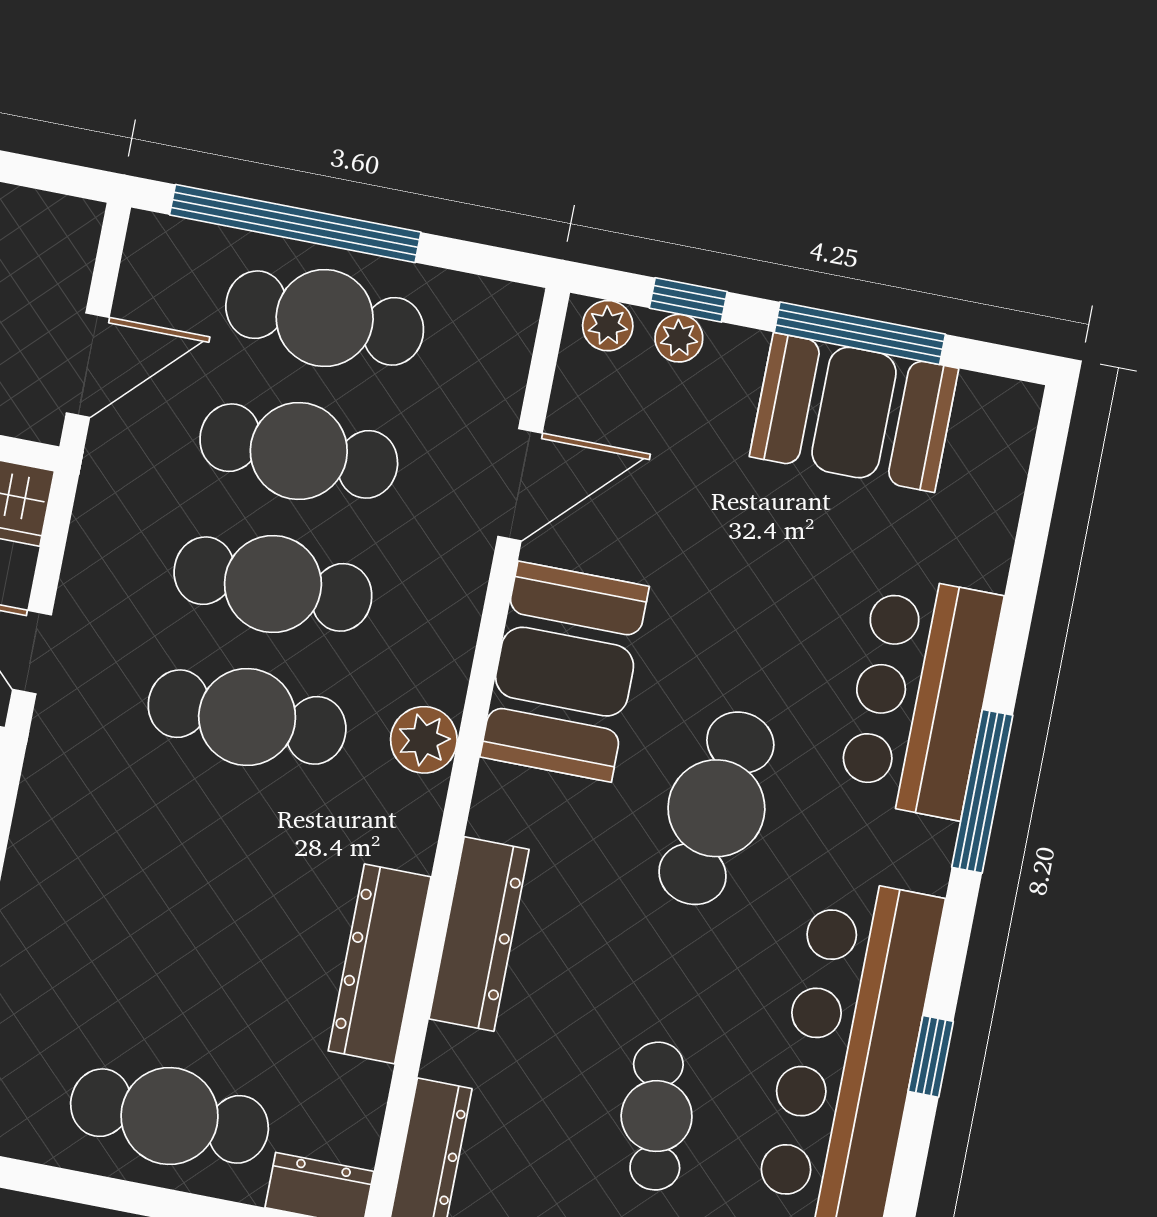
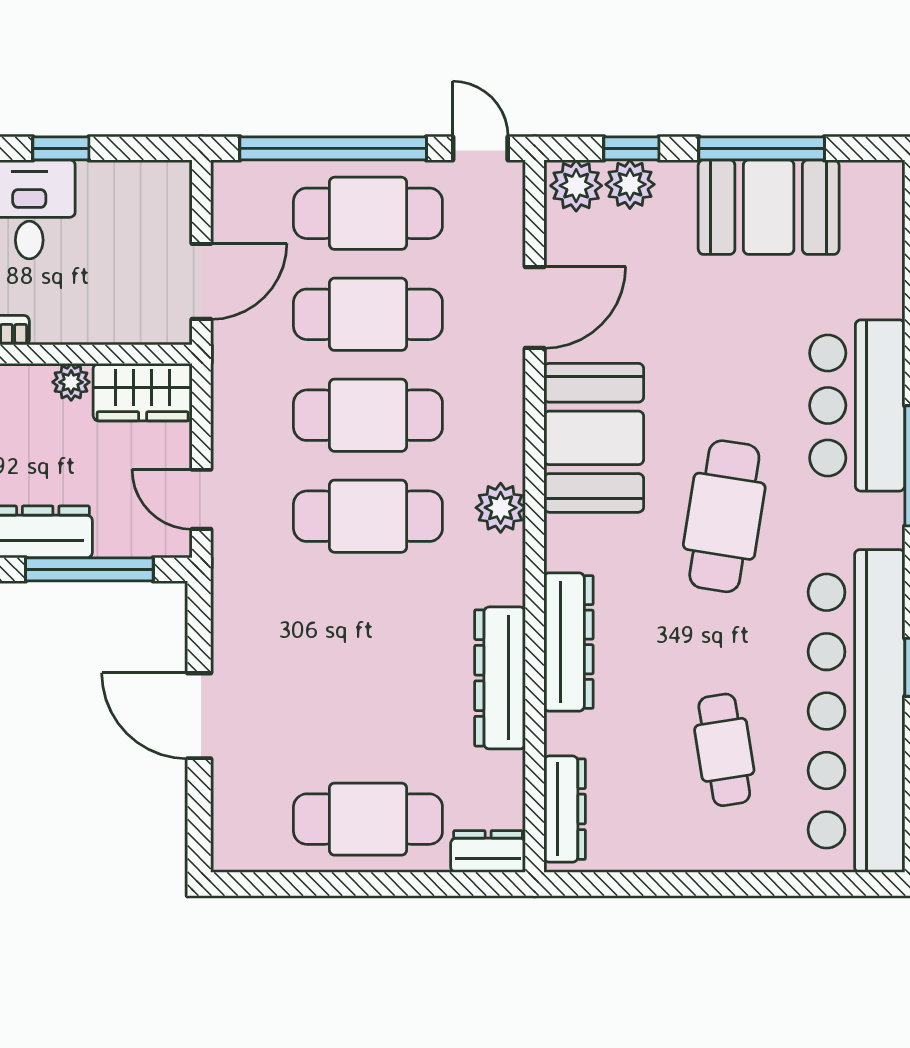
door: (489, 261) -> (480, 148), added
plant: (608, 326) -> (576, 186), width x1.38, depth x1.38
plant: (679, 338) -> (630, 184), width x1.38, depth x1.38

